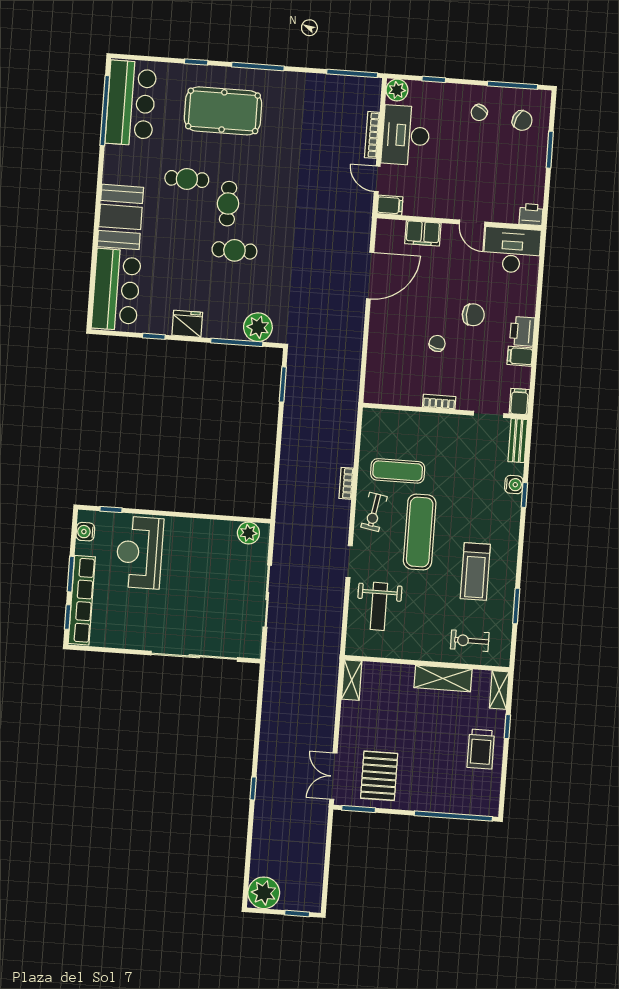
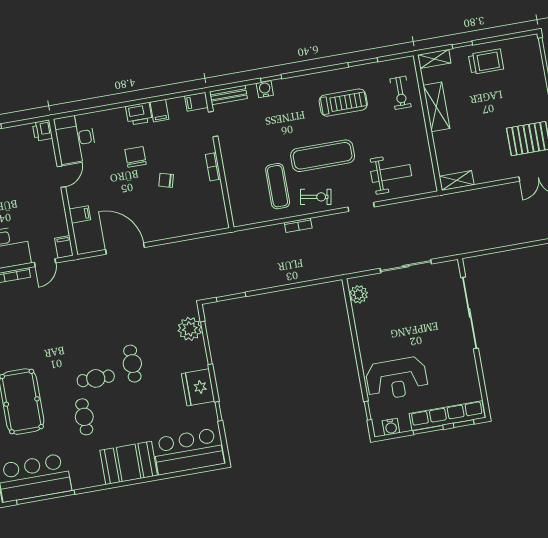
filing cabinet: (423, 233) -> (80, 214), width x0.50
fridge: (187, 324) -> (198, 387), width x1.36, depth x1.34

